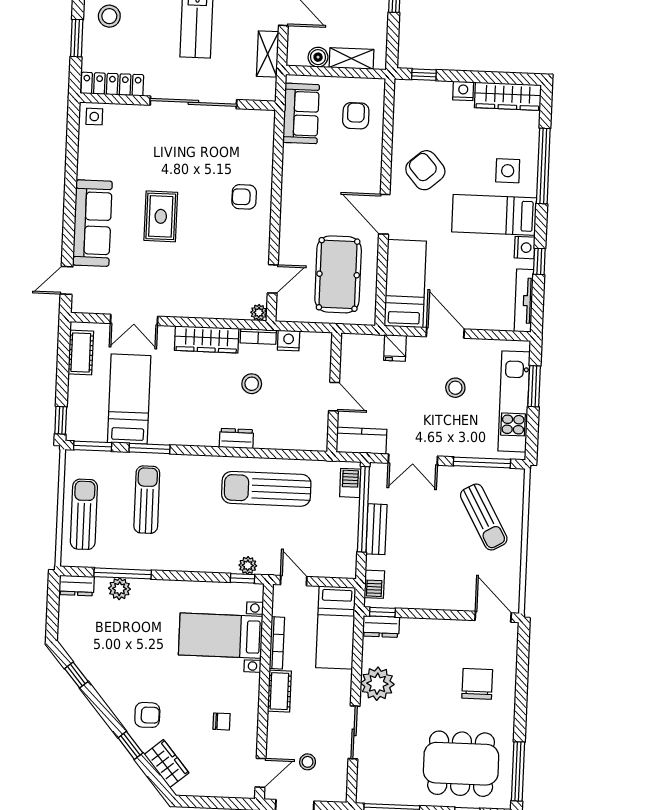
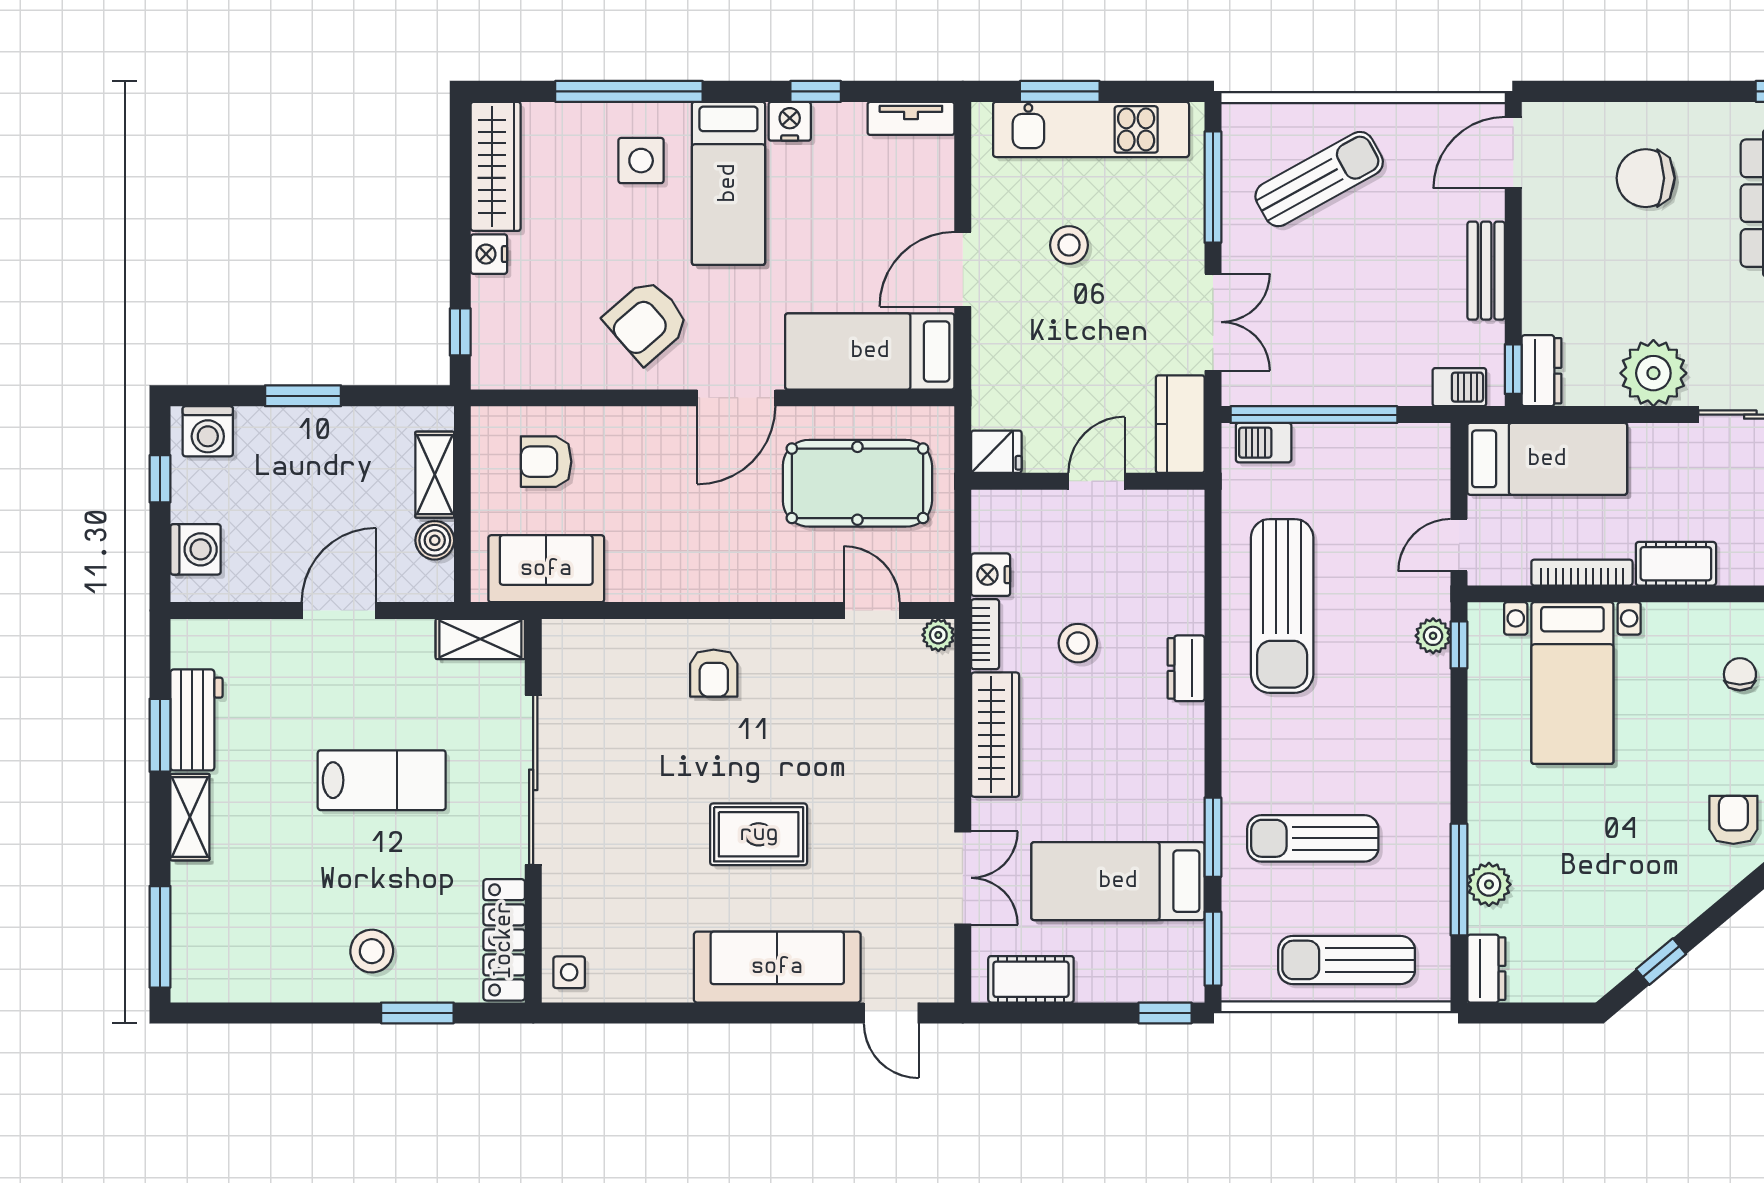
shelving: (268, 54) -> (480, 639), moved
tv unit: (524, 301) -> (911, 118), width x0.71
fridge: (395, 348) -> (996, 452), moved
bench: (376, 529) -> (1486, 271), moved, turned 90

